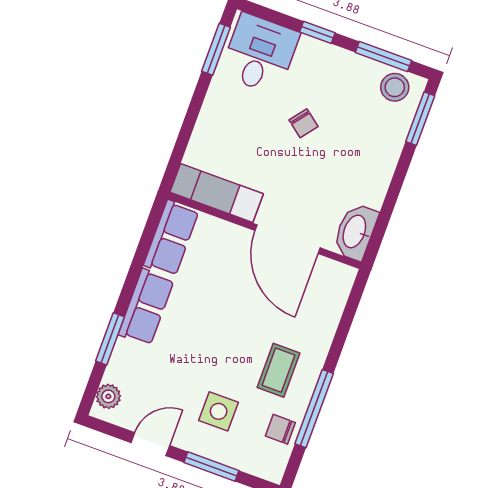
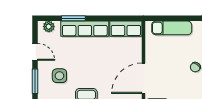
exam couch: (217, 193) -> (172, 28), moved, turned 90
row of seats: (146, 307) -> (85, 29), width x1.48

